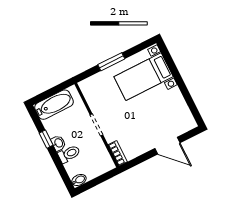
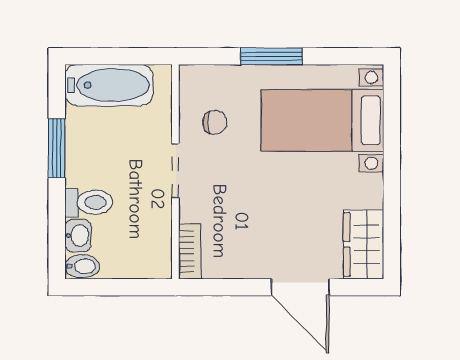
chair: (102, 98) -> (215, 122), added
wardrobe: (184, 117) -> (364, 244), added
window: (46, 139) -> (57, 148), width x1.50
washbasin: (58, 143) -> (78, 236), moved

